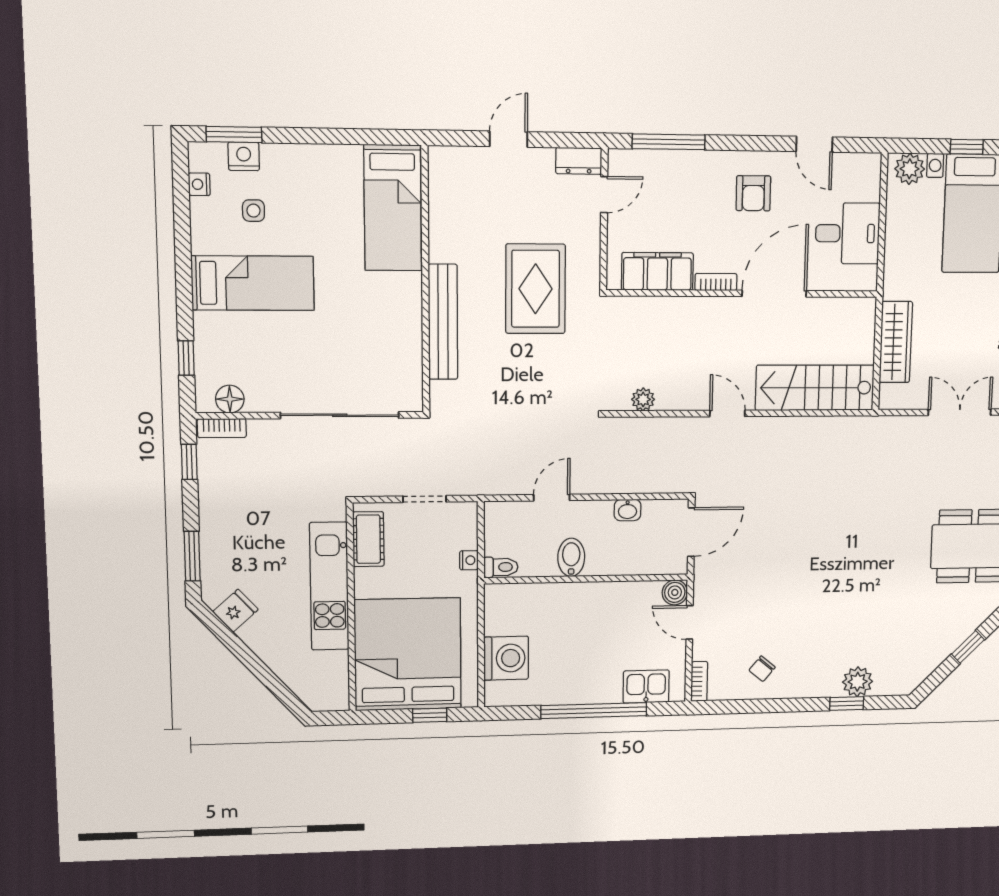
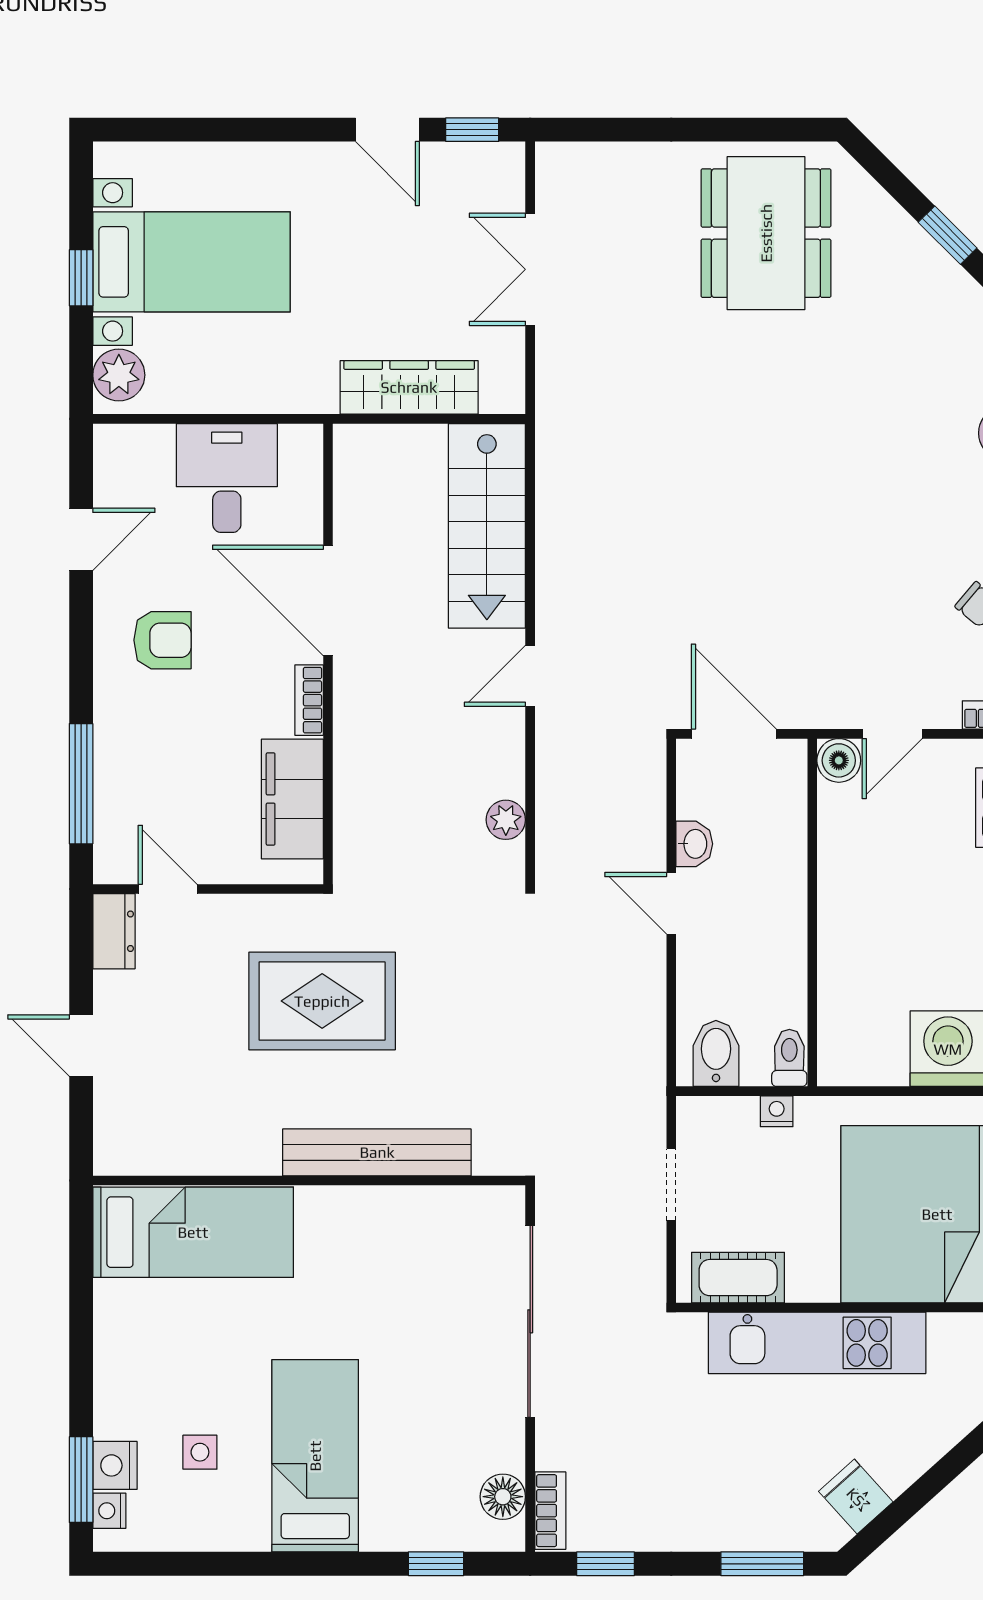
nightstand: (199, 184) -> (109, 1511), moved, turned 90
door: (552, 498) -> (671, 903), moved
bidet: (571, 557) -> (716, 1053), moved, turned 90

